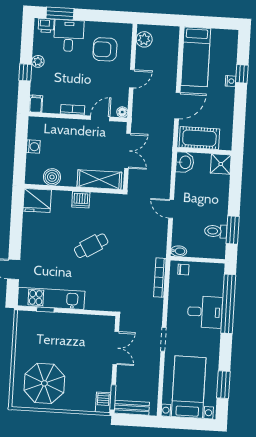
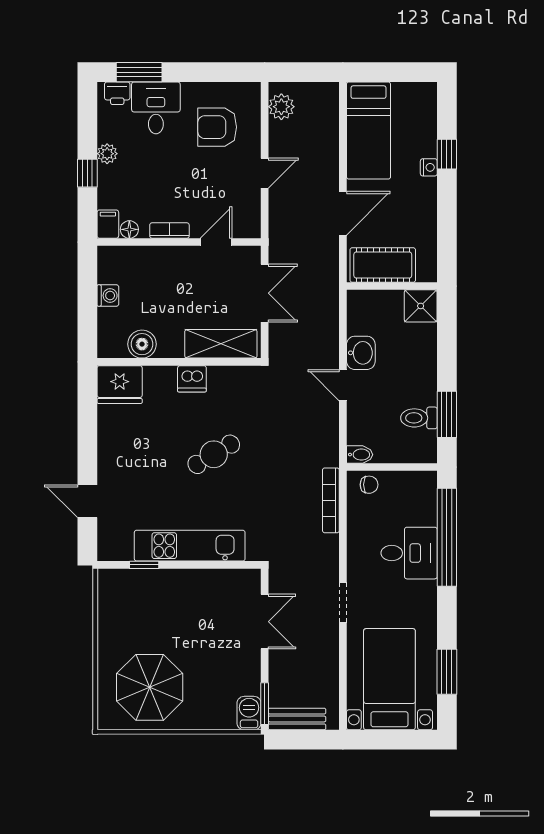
floor lamp: (122, 112) -> (129, 229), moved
washbasin: (185, 162) -> (361, 353), moved
kitchen unit: (51, 298) -> (190, 546), moved

